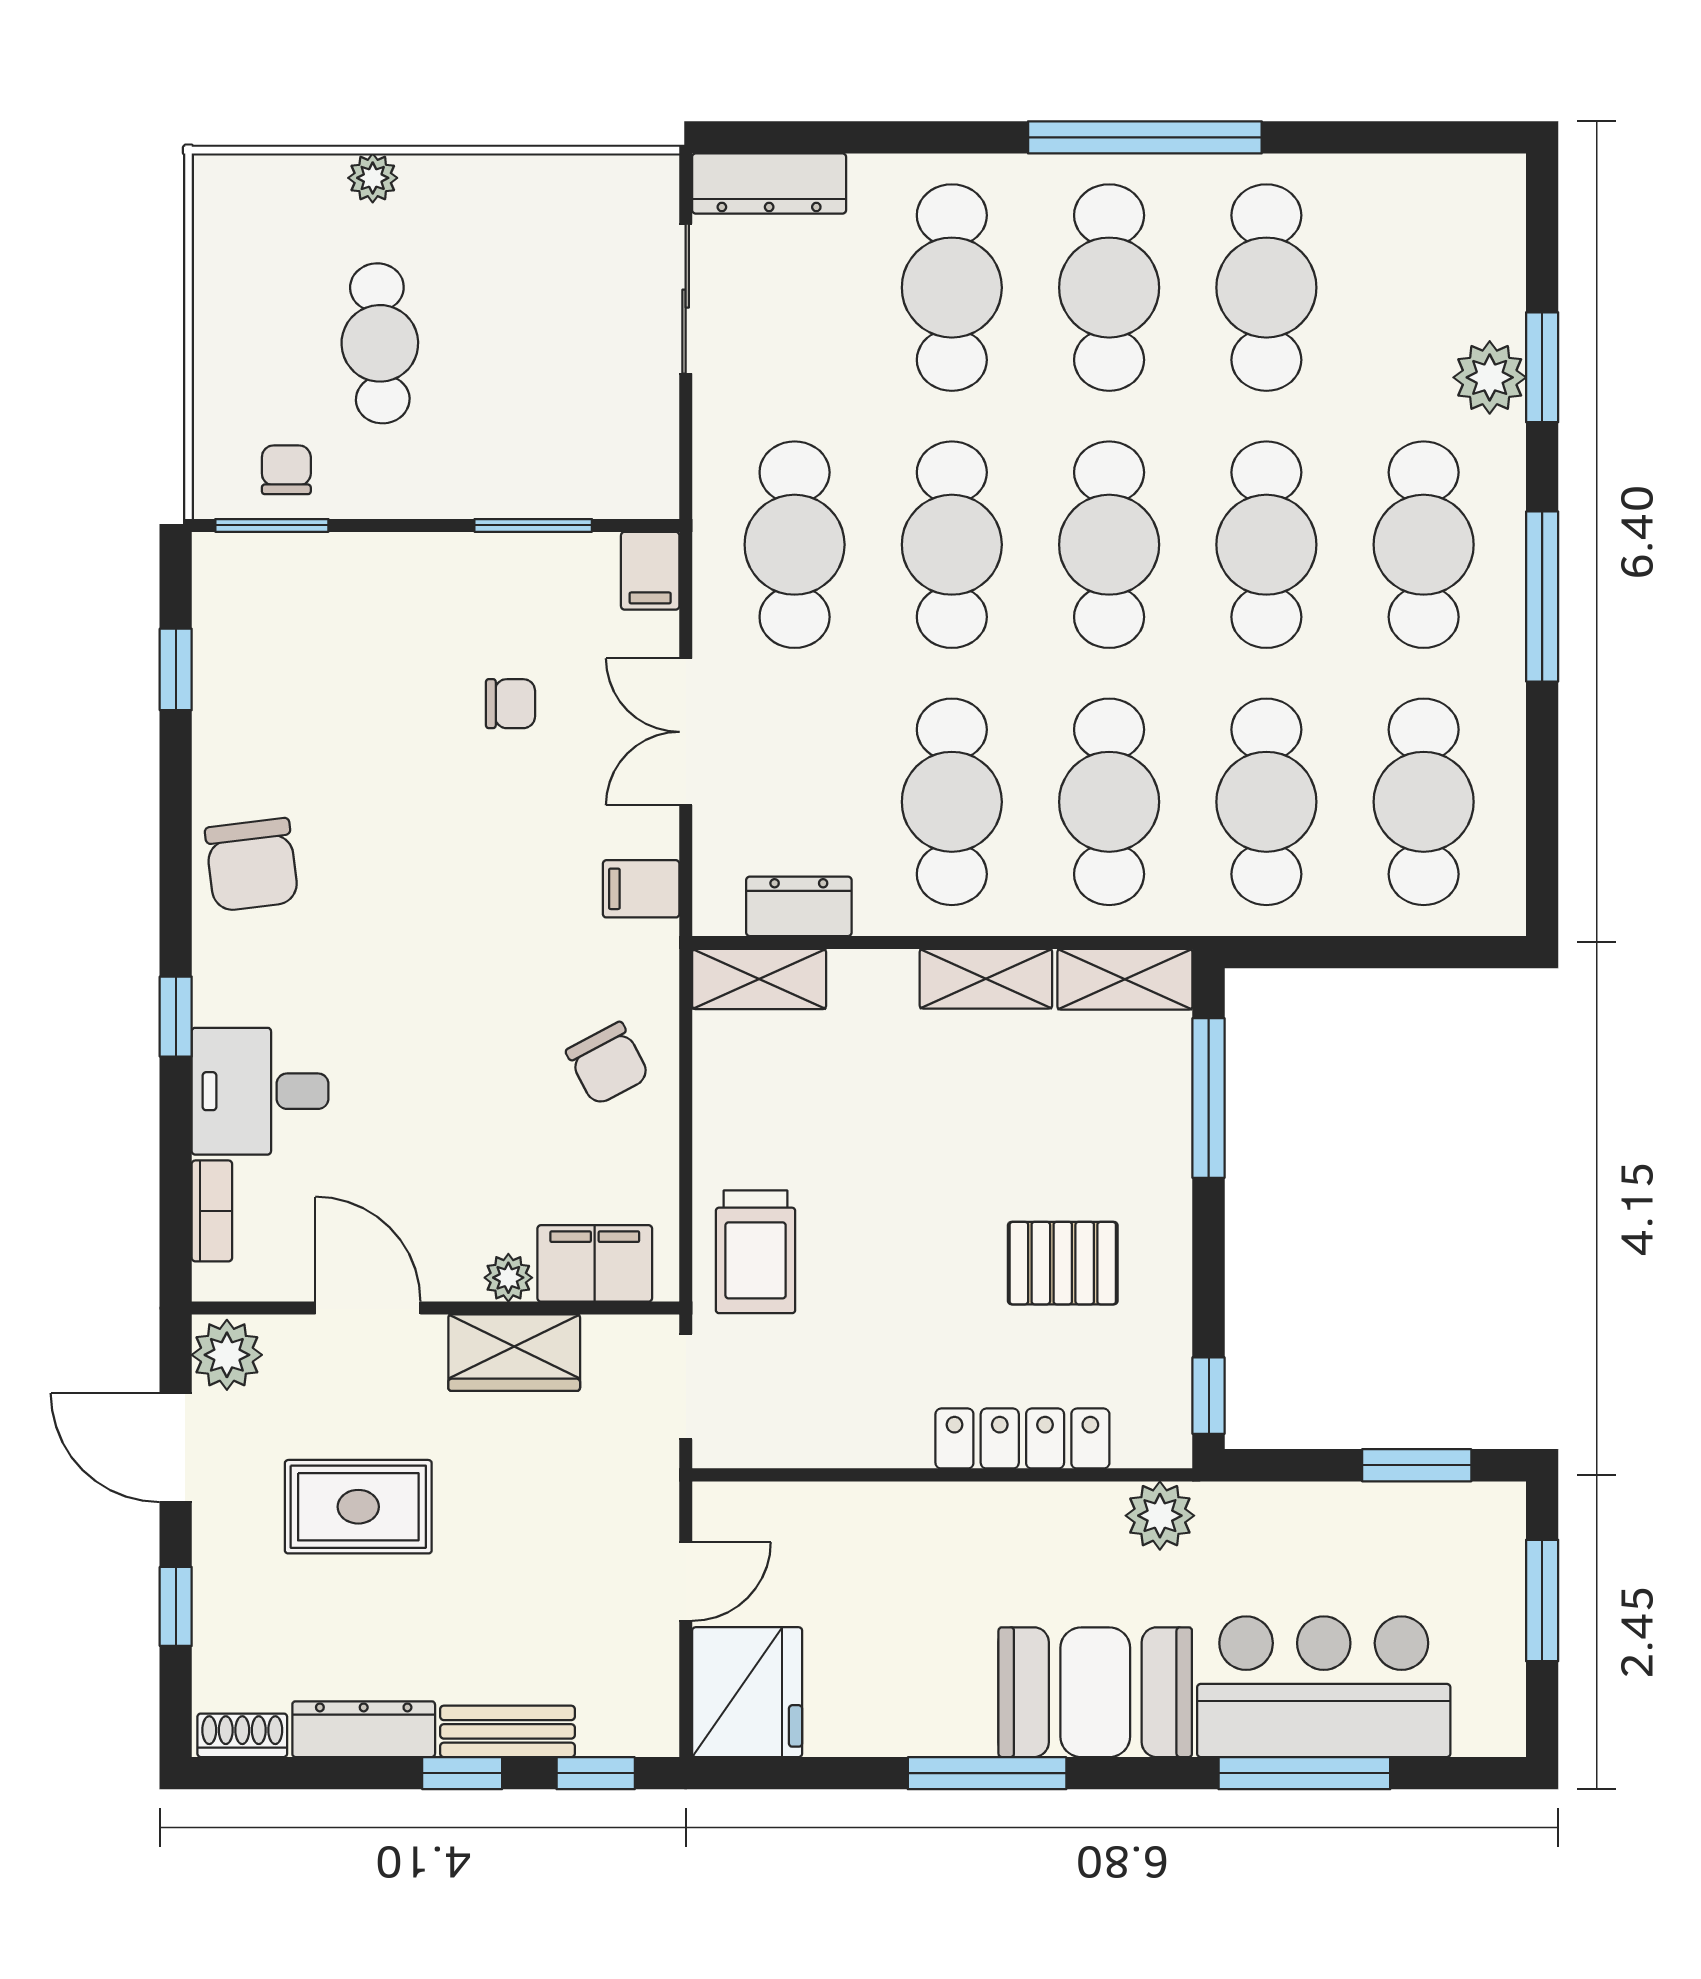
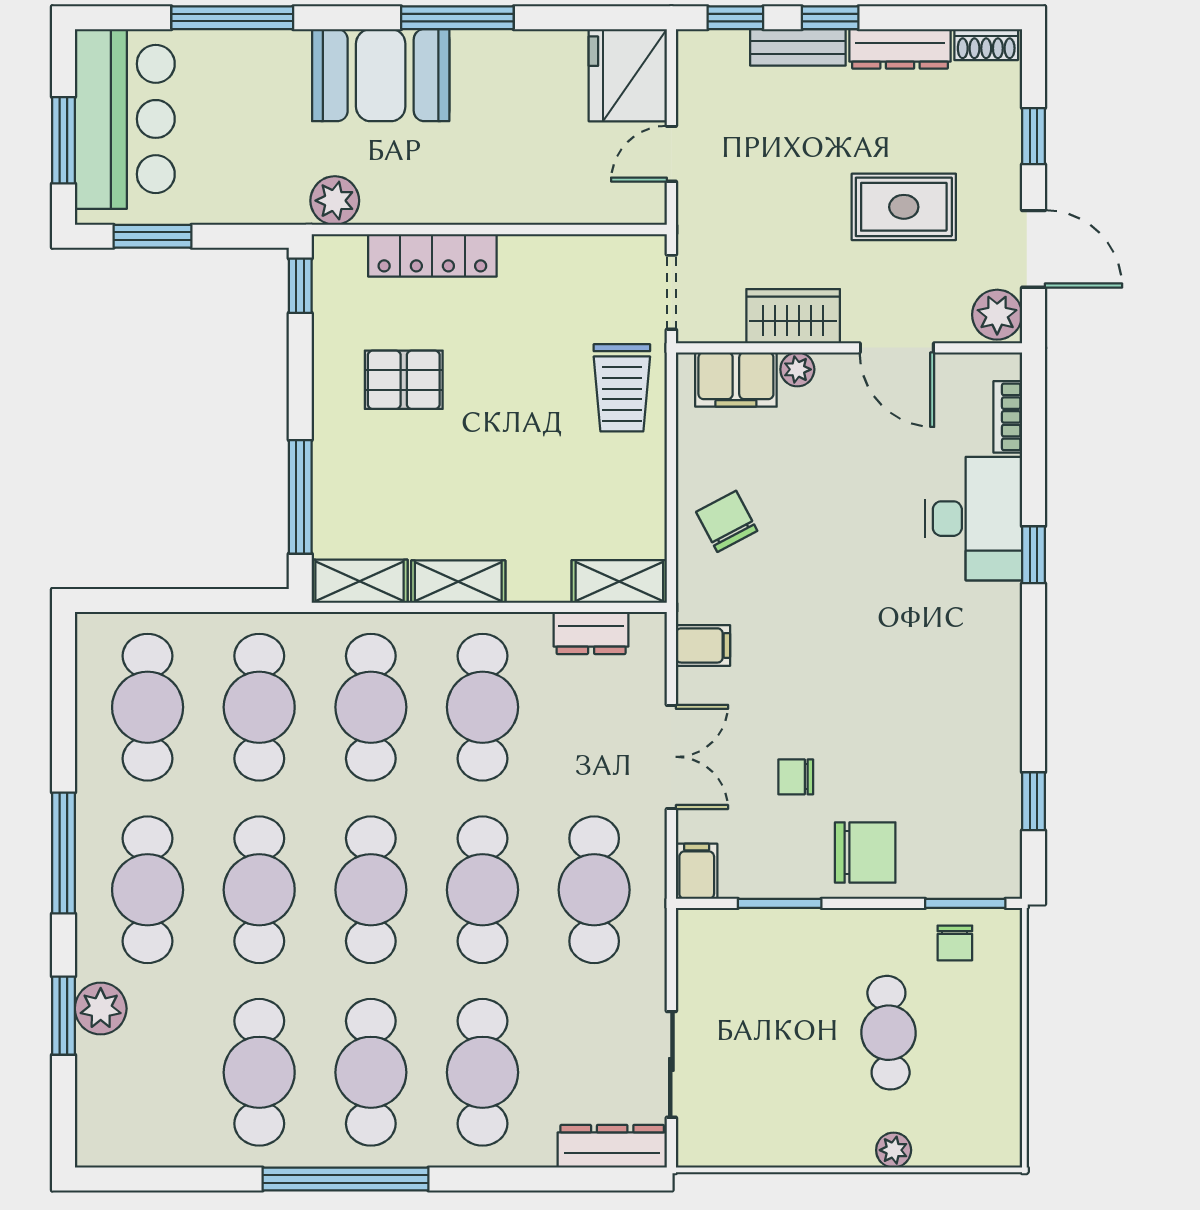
chair: (252, 865) -> (865, 853), moved, turned 97
desk: (260, 1091) -> (974, 519), width x1.37
trolley: (756, 1252) -> (622, 388), turned 180
bar counter: (1324, 1687) -> (125, 119), moved, turned -90

